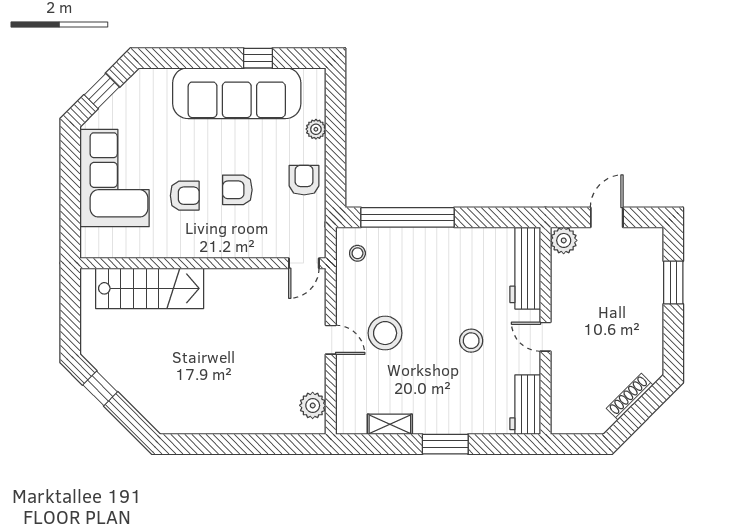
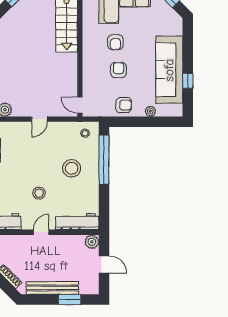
bench: (651, 315) -> (52, 288), added
stool: (385, 333) -> (72, 168), moved

